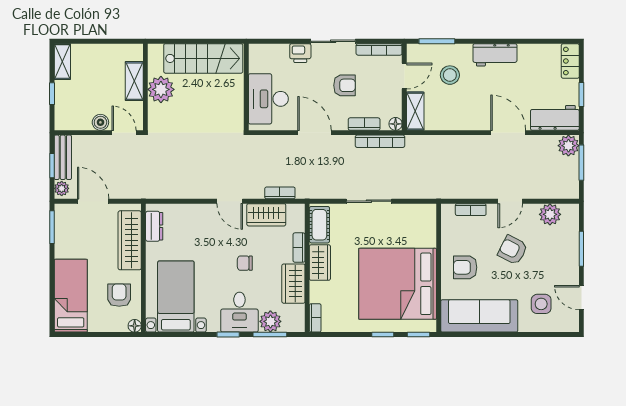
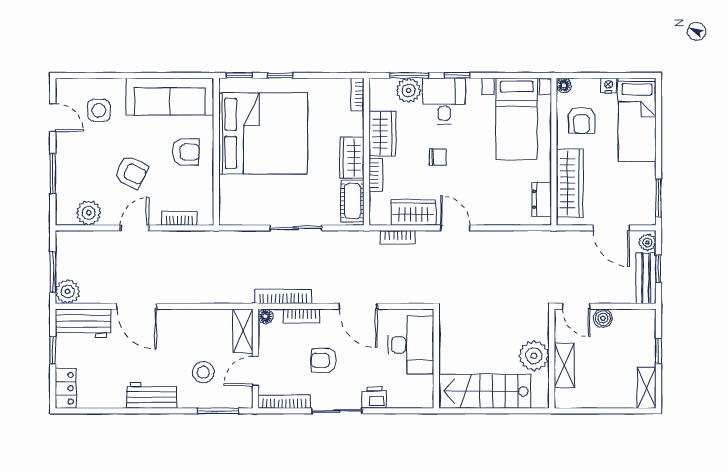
nightstand: (96, 326) -> (609, 85), added

